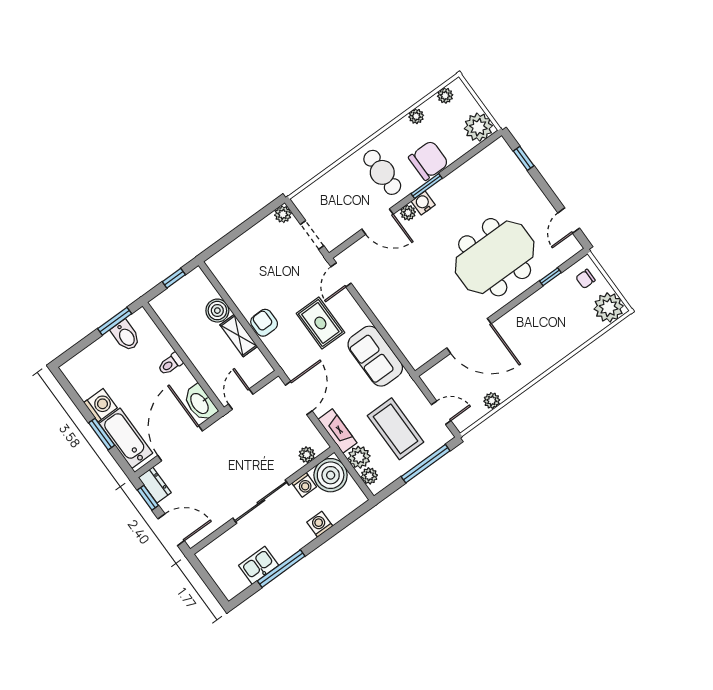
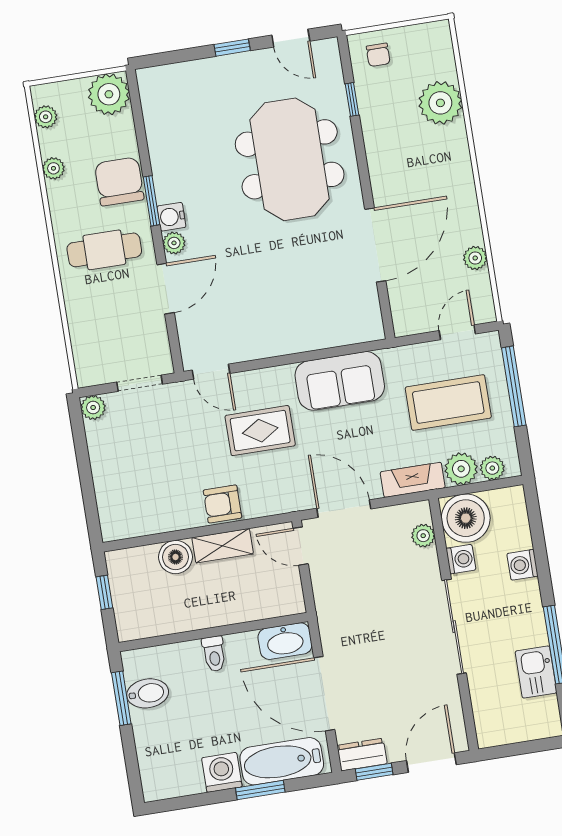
window: (524, 158) -> (232, 48), moved
plant: (609, 307) -> (440, 103), moved
door: (241, 399) -> (301, 546), moved

